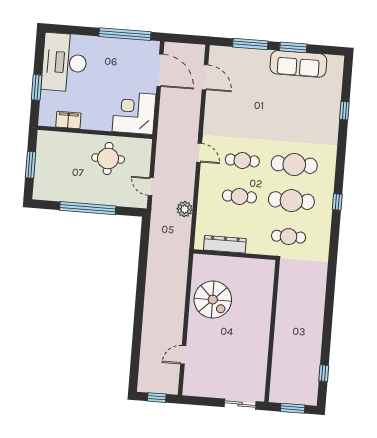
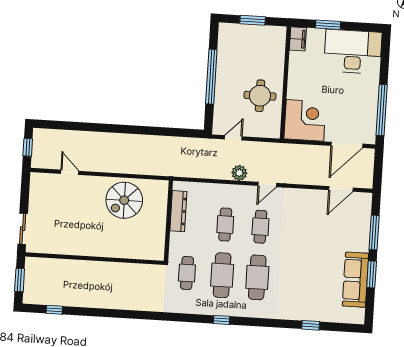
filing cabinet: (68, 120) -> (298, 39), moved
plant: (185, 209) -> (239, 173), moved

